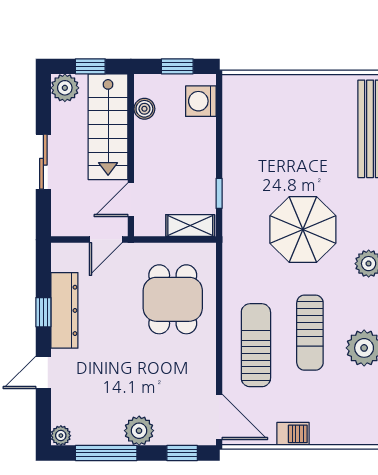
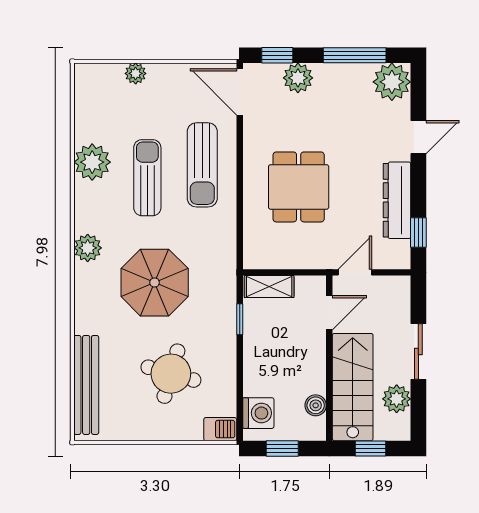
plant: (65, 88) -> (397, 399), moved
round table: (287, 140) -> (171, 374), added
dining table: (173, 299) -> (299, 187), moved
window: (43, 312) -> (418, 233), moved
plant: (139, 431) -> (298, 78), moved
barbecue: (293, 434) -> (220, 429), moved, turned 180
plant: (322, 435) -> (136, 73), added
plant: (61, 436) -> (392, 82), width x1.87, depth x1.87

